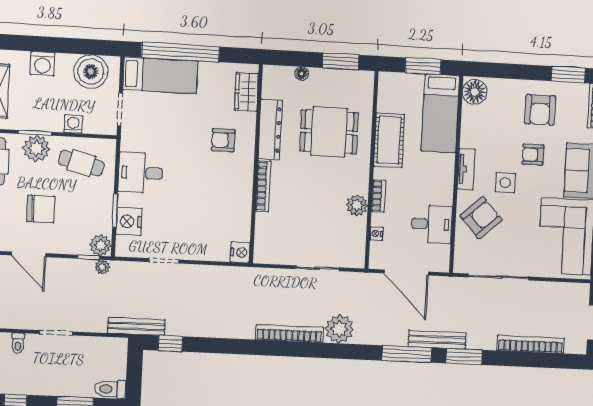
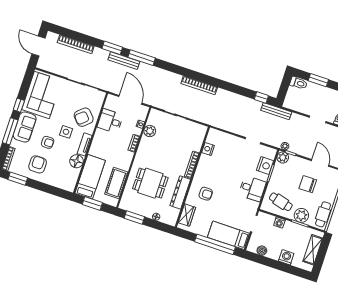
boiler: (91, 72) -> (262, 251), width x0.54, depth x0.54
floor lamp: (475, 92) -> (76, 161), moved
cot: (389, 140) -> (116, 183), moved
plant: (357, 205) -> (150, 131), moved
nightstand: (240, 252) -> (208, 149), moved
plant: (339, 329) -> (173, 80), removed

